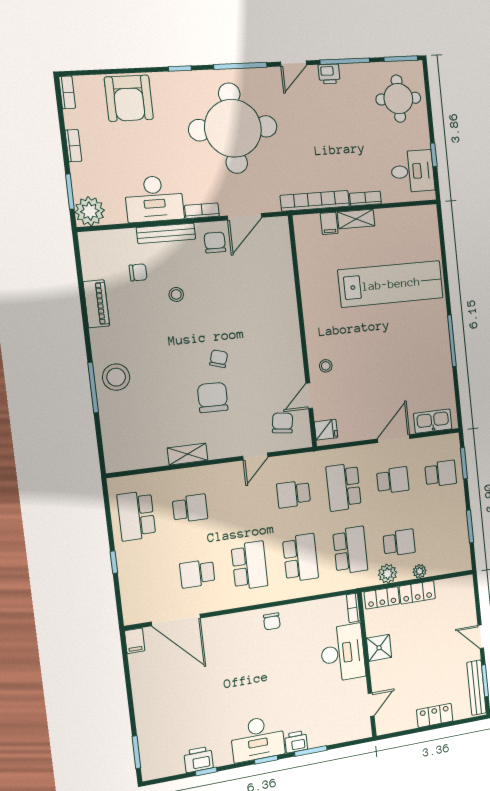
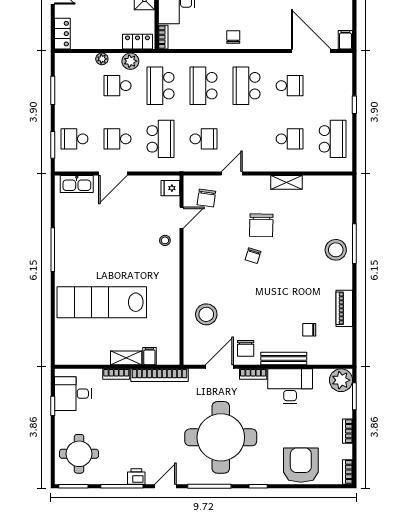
stool: (176, 294) -> (206, 314), moved, width x1.89, depth x1.89
school desk: (190, 508) -> (290, 139), turned 180
locker: (417, 592) -> (62, 34), moved, turned 90

